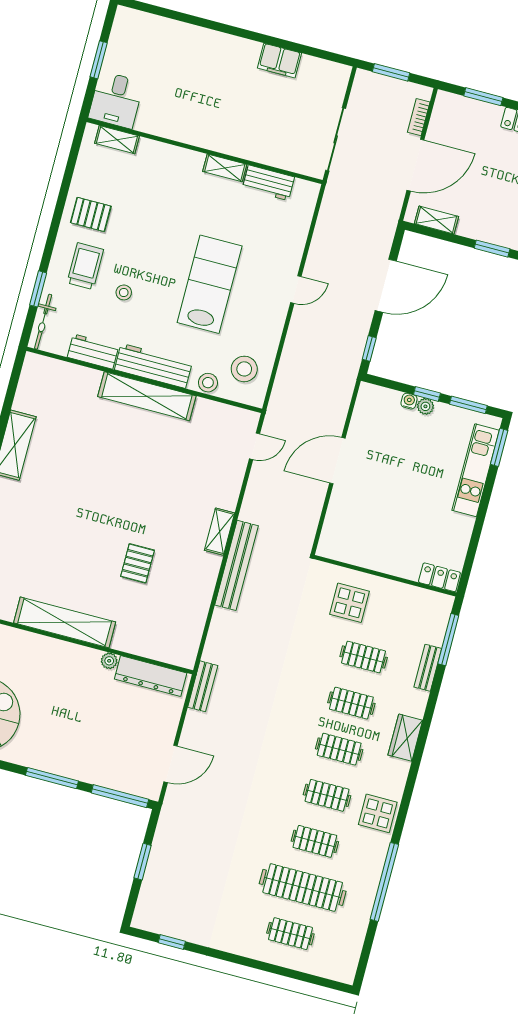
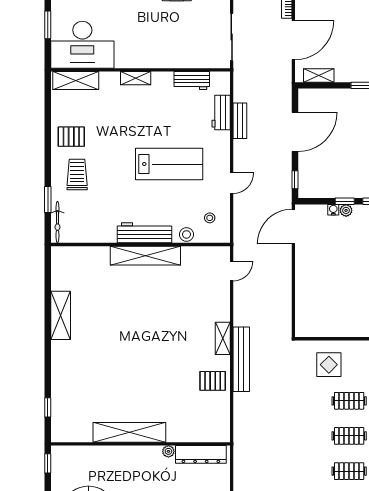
desk: (116, 100) -> (82, 45), width x1.87, depth x1.30
shelving: (117, 140) -> (76, 81), width x1.50, depth x1.33
shelving: (225, 168) -> (136, 78), moved
lab bench: (210, 284) -> (169, 164), turned 90
door: (296, 290) -> (232, 183), moved
stool: (124, 292) -> (109, 186), removed
workbench: (93, 352) -> (221, 112), moved, turned -90
stool: (244, 369) -> (210, 218), width x0.53, depth x0.53
door: (337, 461) -> (293, 227), moved
pallet: (138, 563) -> (213, 381), moved, turned 90
bench: (203, 686) -> (240, 121), moved

